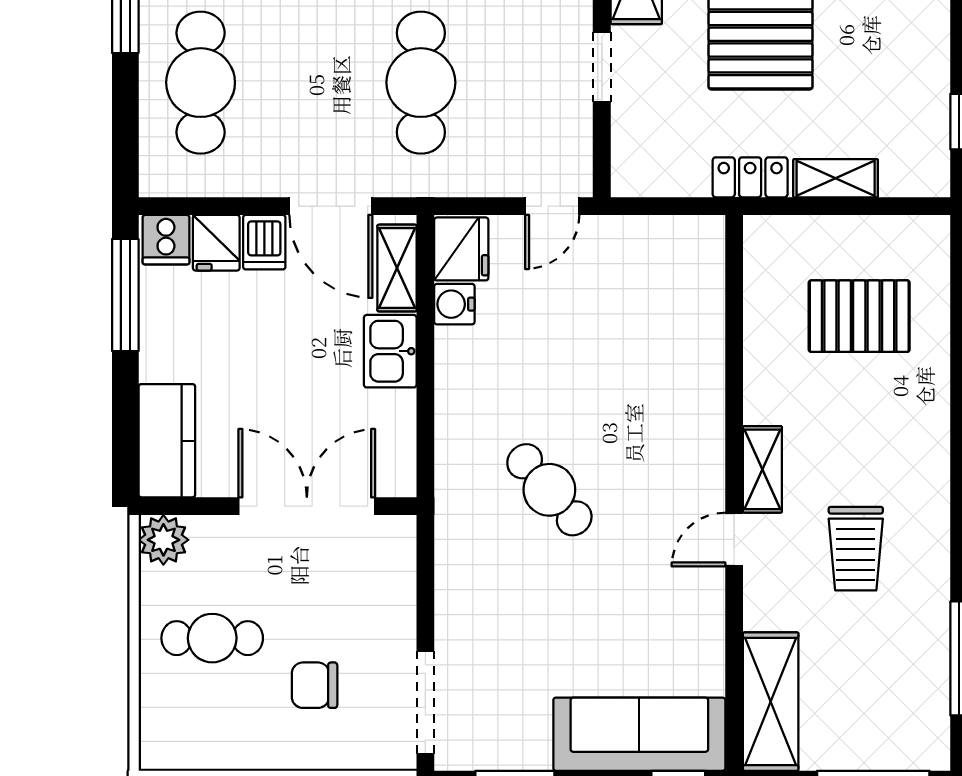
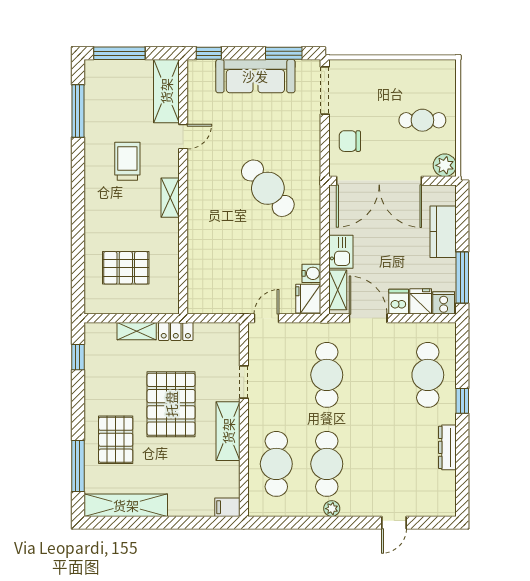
kitchen counter: (167, 441) -> (443, 232), moved
cafe table: (549, 490) -> (268, 188), width x1.37, depth x1.35
double door: (307, 506) -> (379, 181), width x1.36
door: (734, 540) -> (183, 137), moved
chair: (315, 685) -> (350, 141), moved, turned 180
sofa: (639, 734) -> (255, 76), moved

